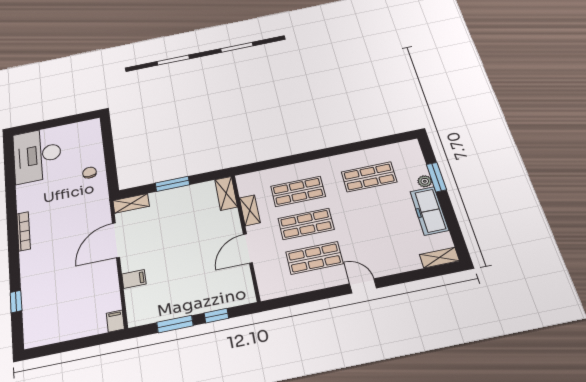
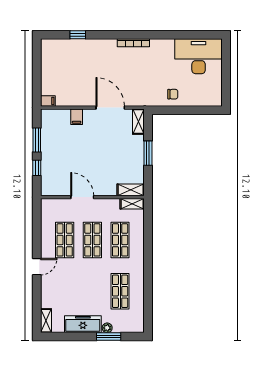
shelving: (250, 210) -> (132, 204), moved

